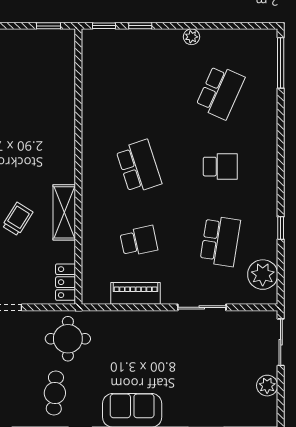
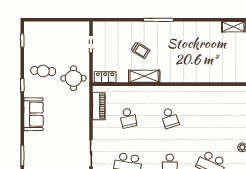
school desk: (139, 167) -> (170, 118), width x0.54
piano: (136, 293) -> (99, 106), moved

